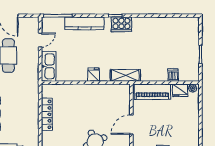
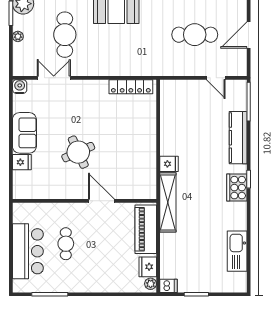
kitchen sink: (49, 66) -> (237, 251), moved, turned 90
fridge: (93, 75) -> (169, 164), moved
shelving: (125, 75) -> (168, 202), width x1.47
dishwasher: (173, 75) -> (169, 286), moved
locker: (47, 114) -> (131, 87), moved

